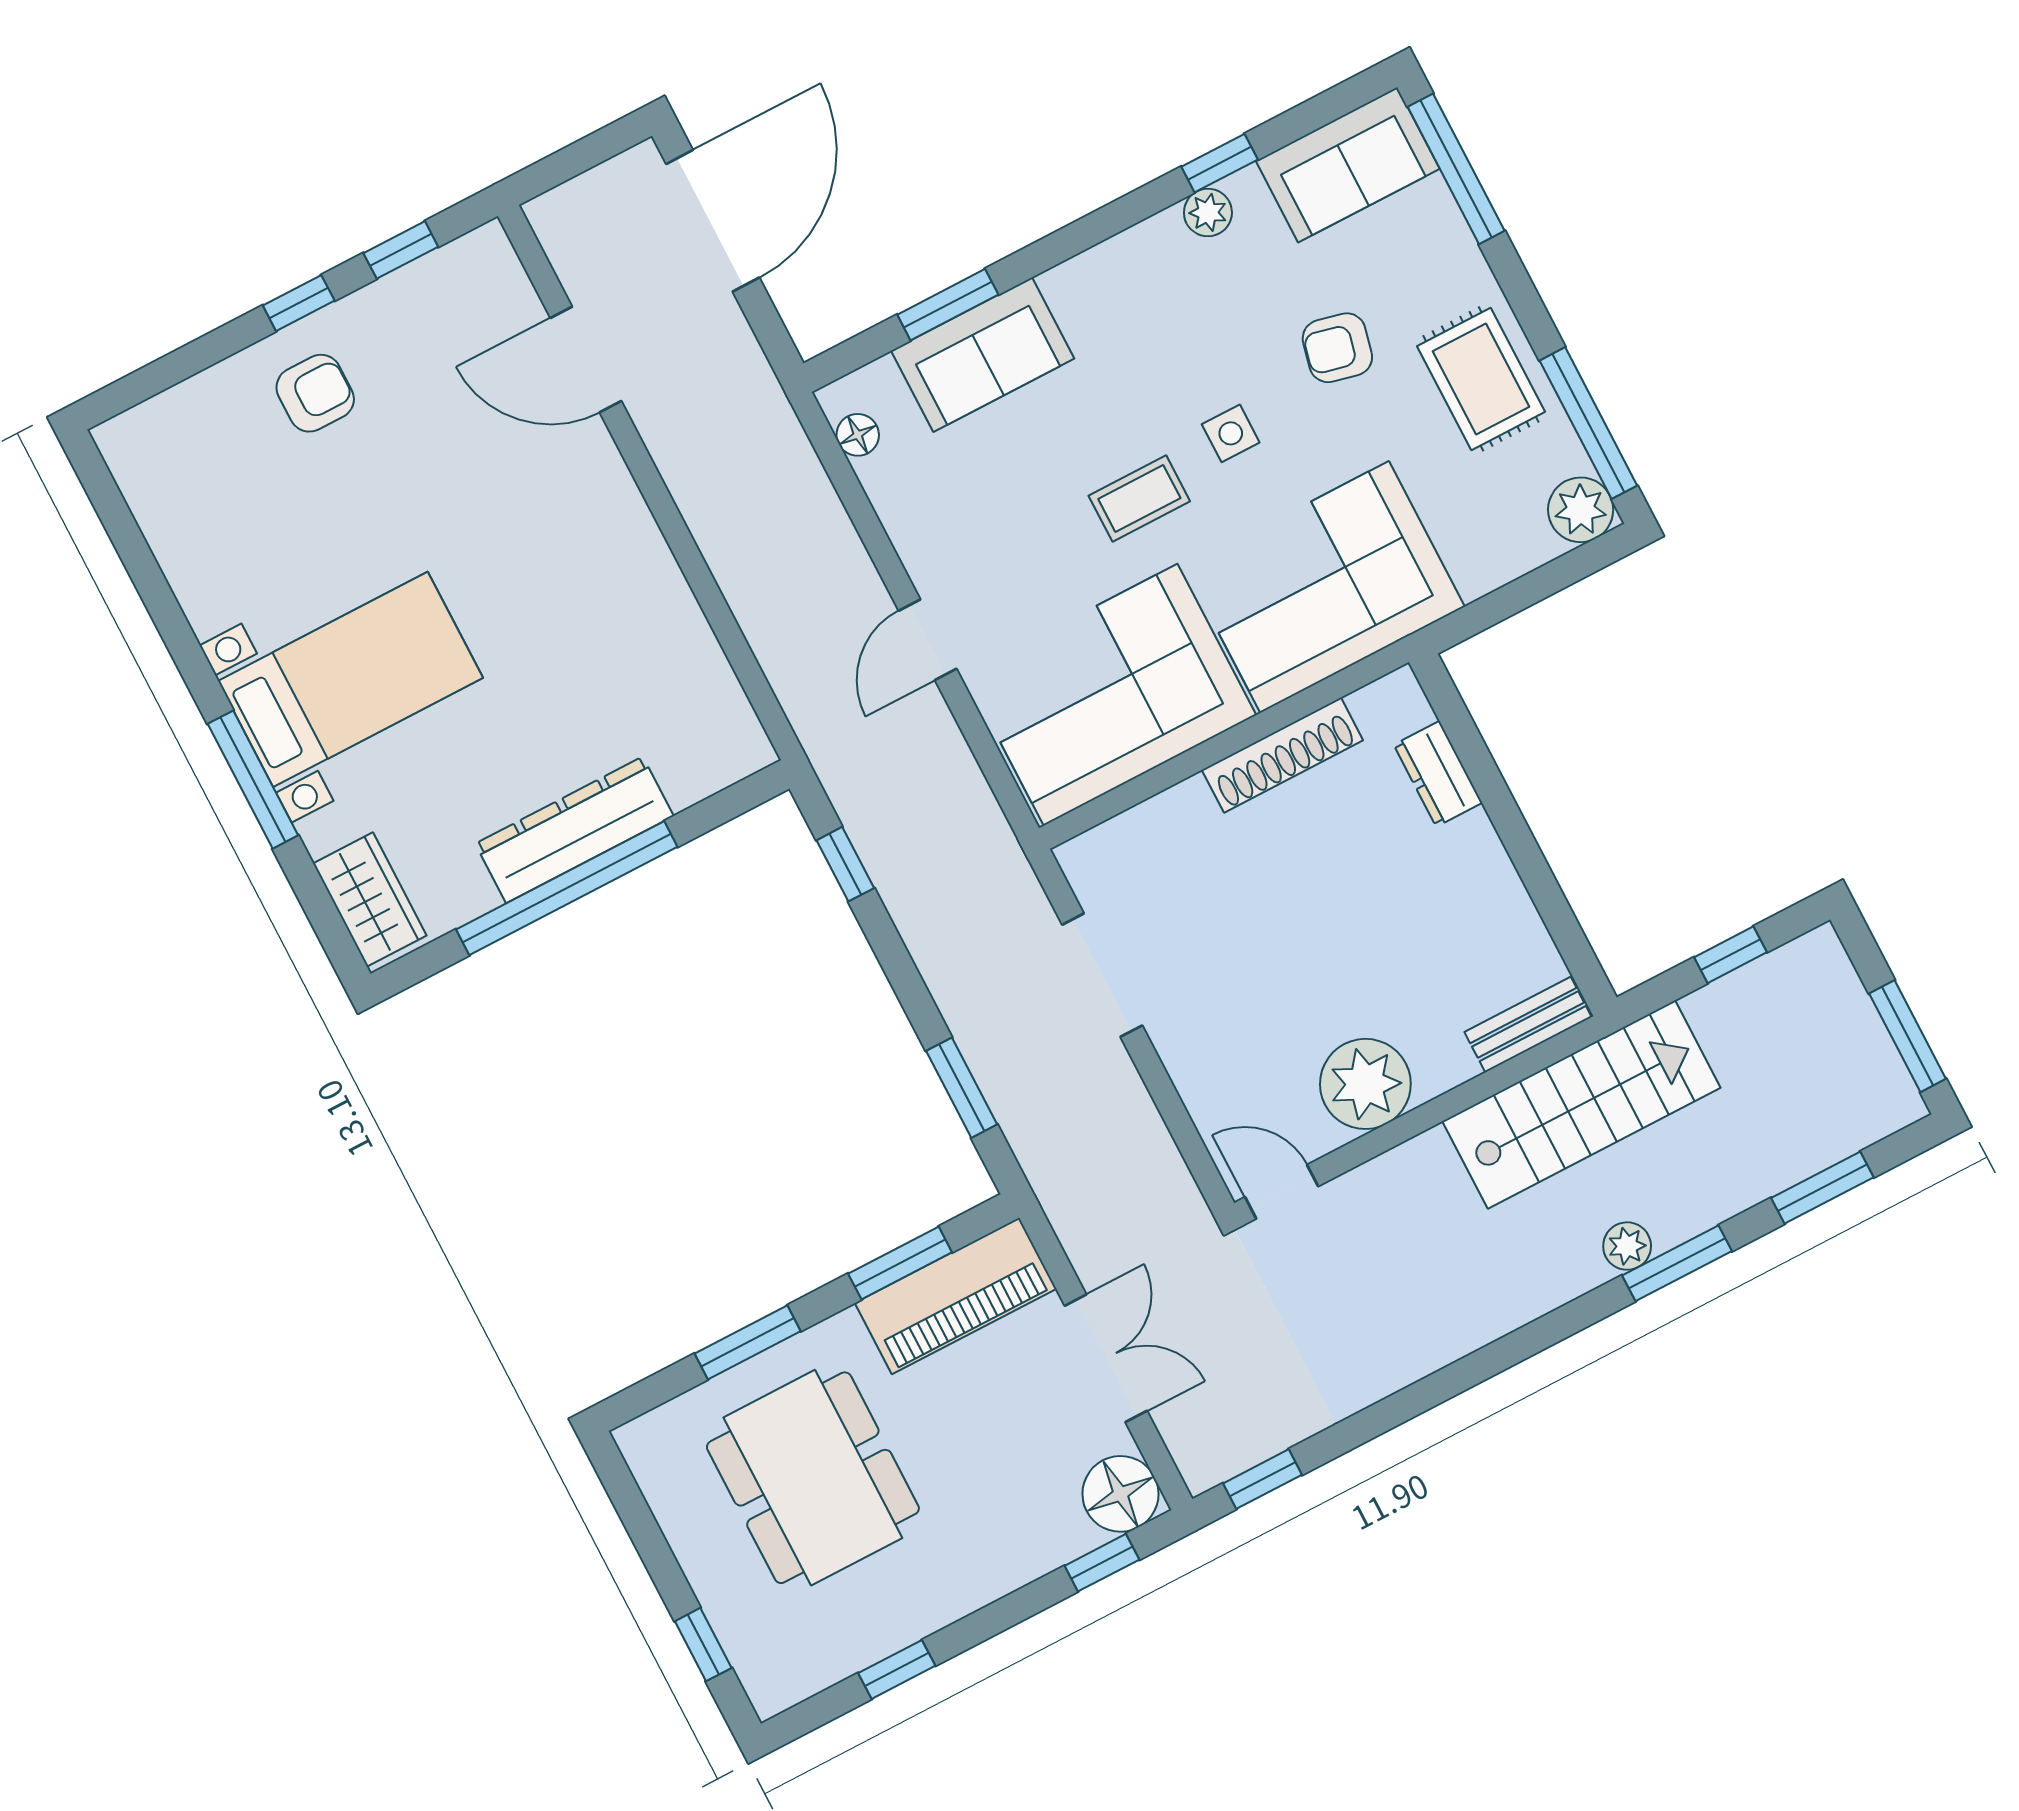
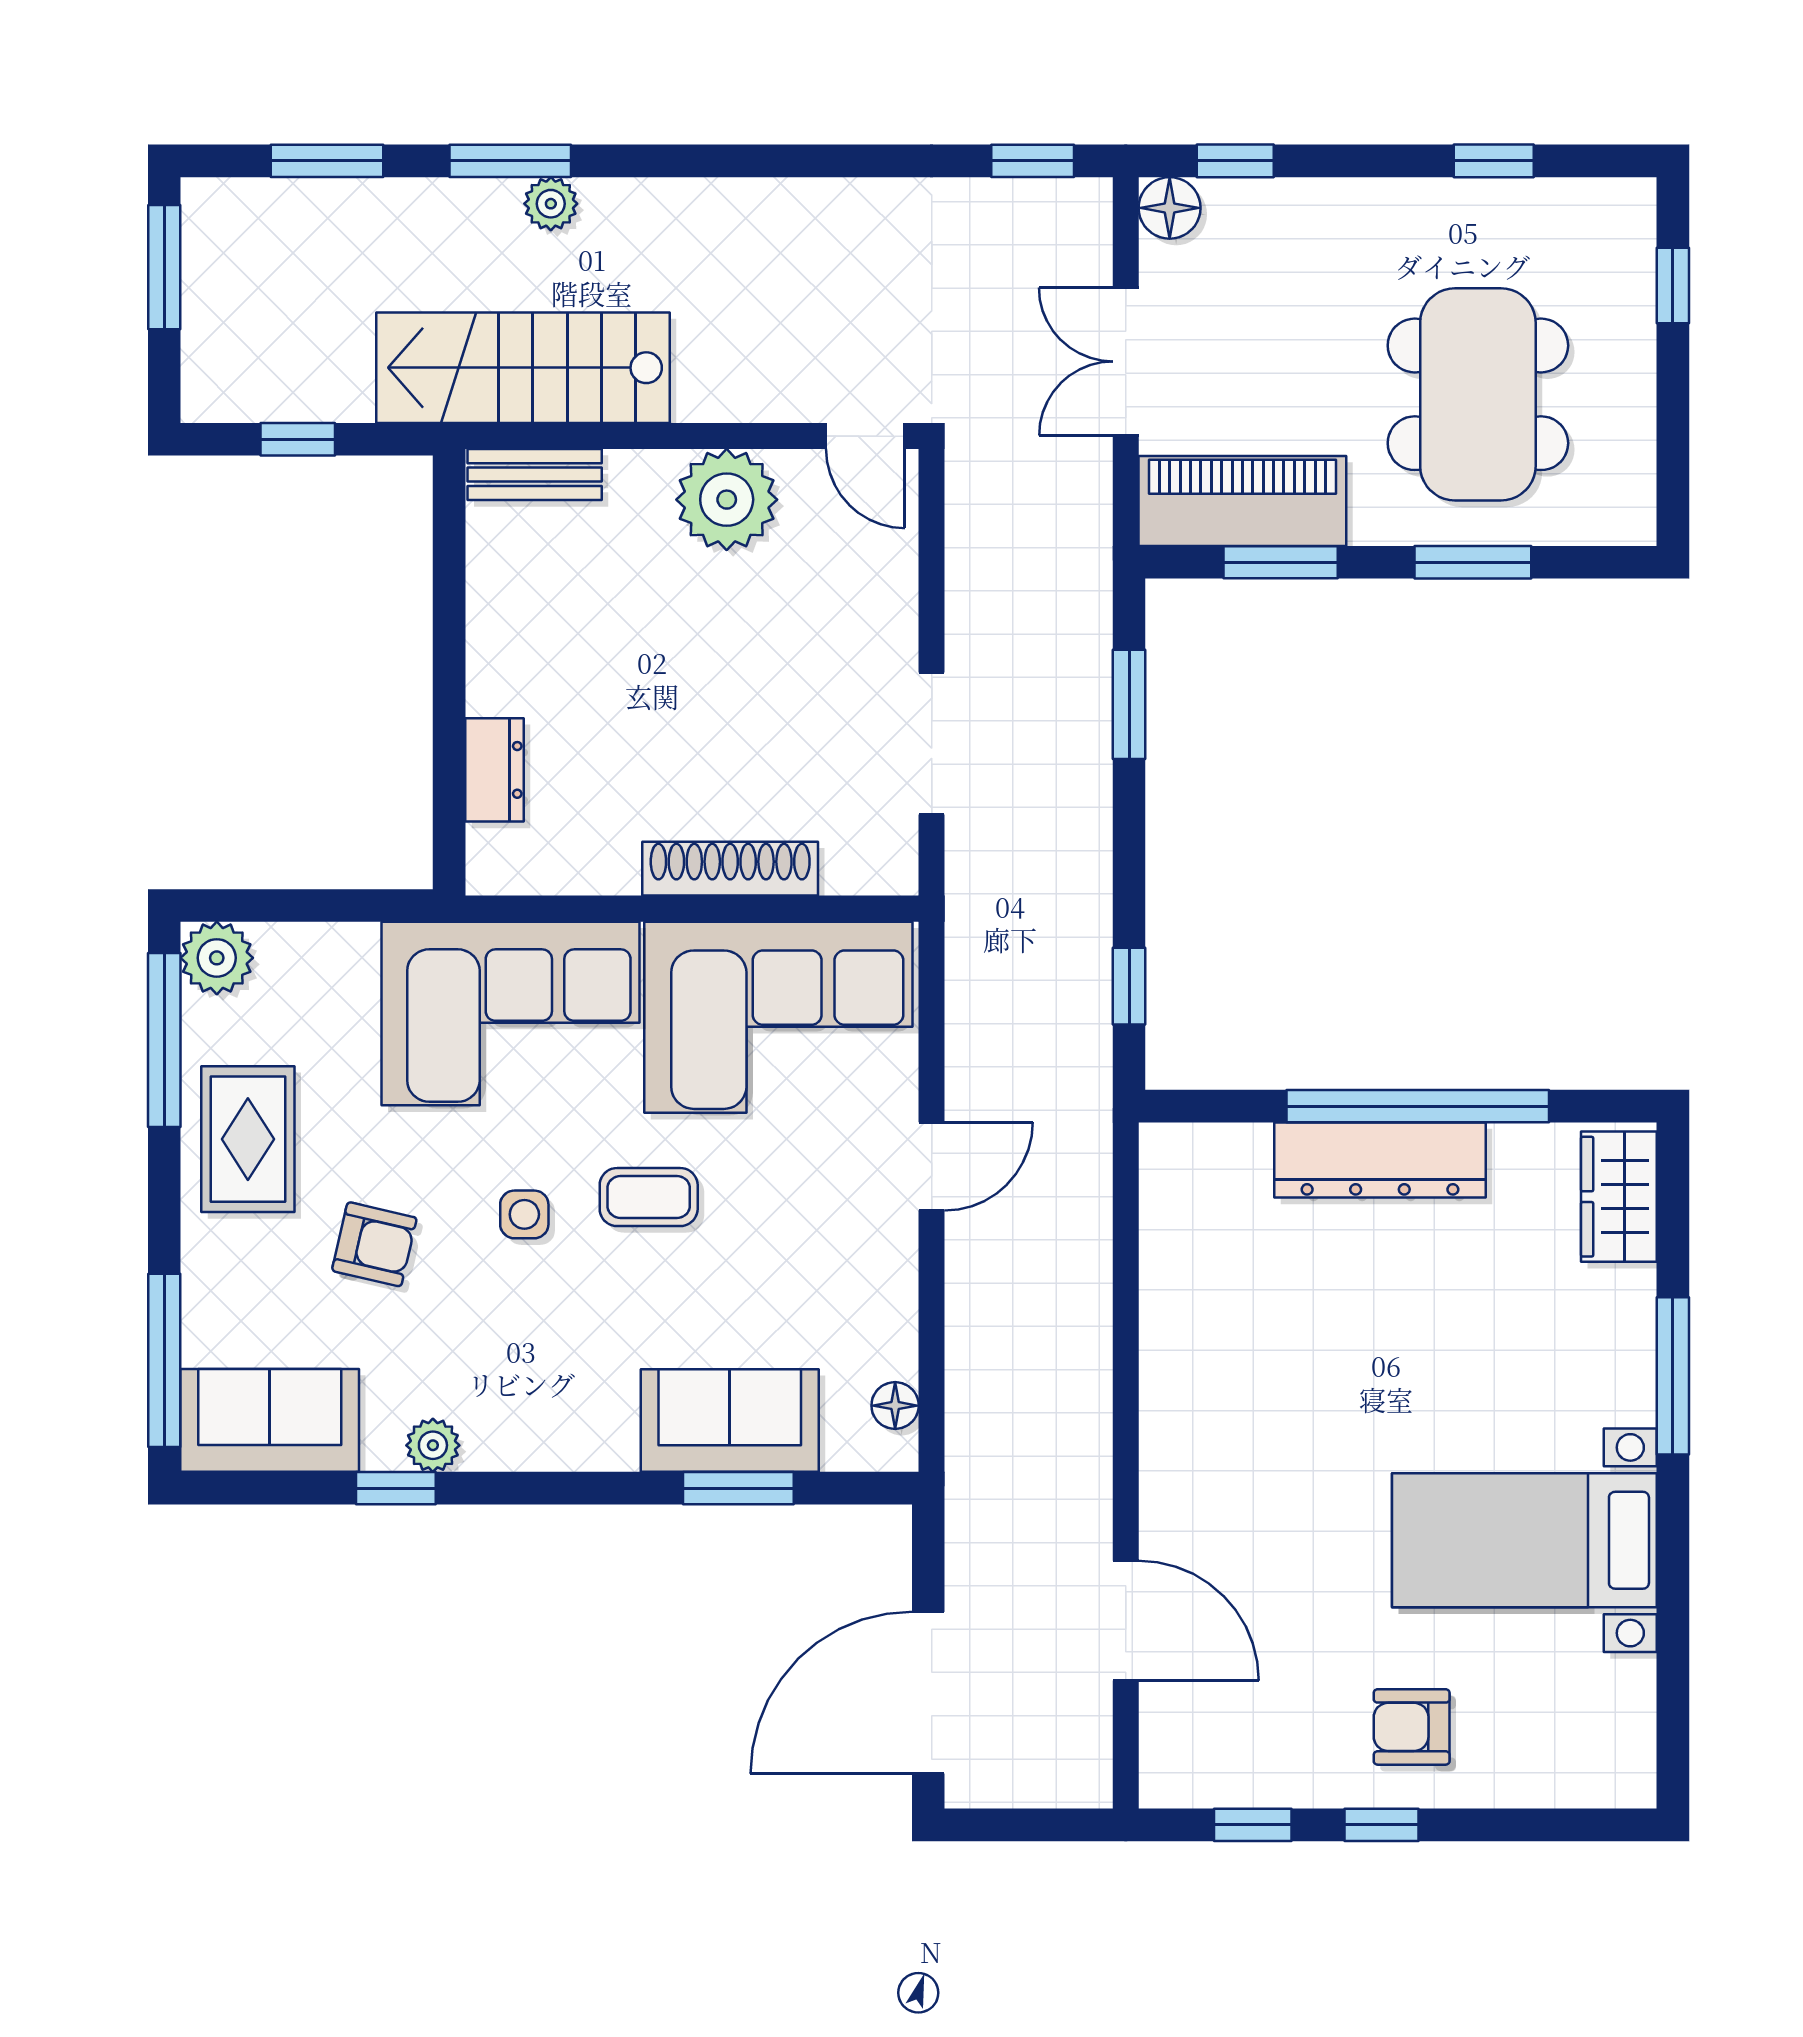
bed with nightstands: (350, 679) -> (1524, 1540), moved
shoe rack: (1282, 755) -> (730, 869), moved
floor lamp: (1121, 1494) -> (1170, 208), width x0.73, depth x0.73

